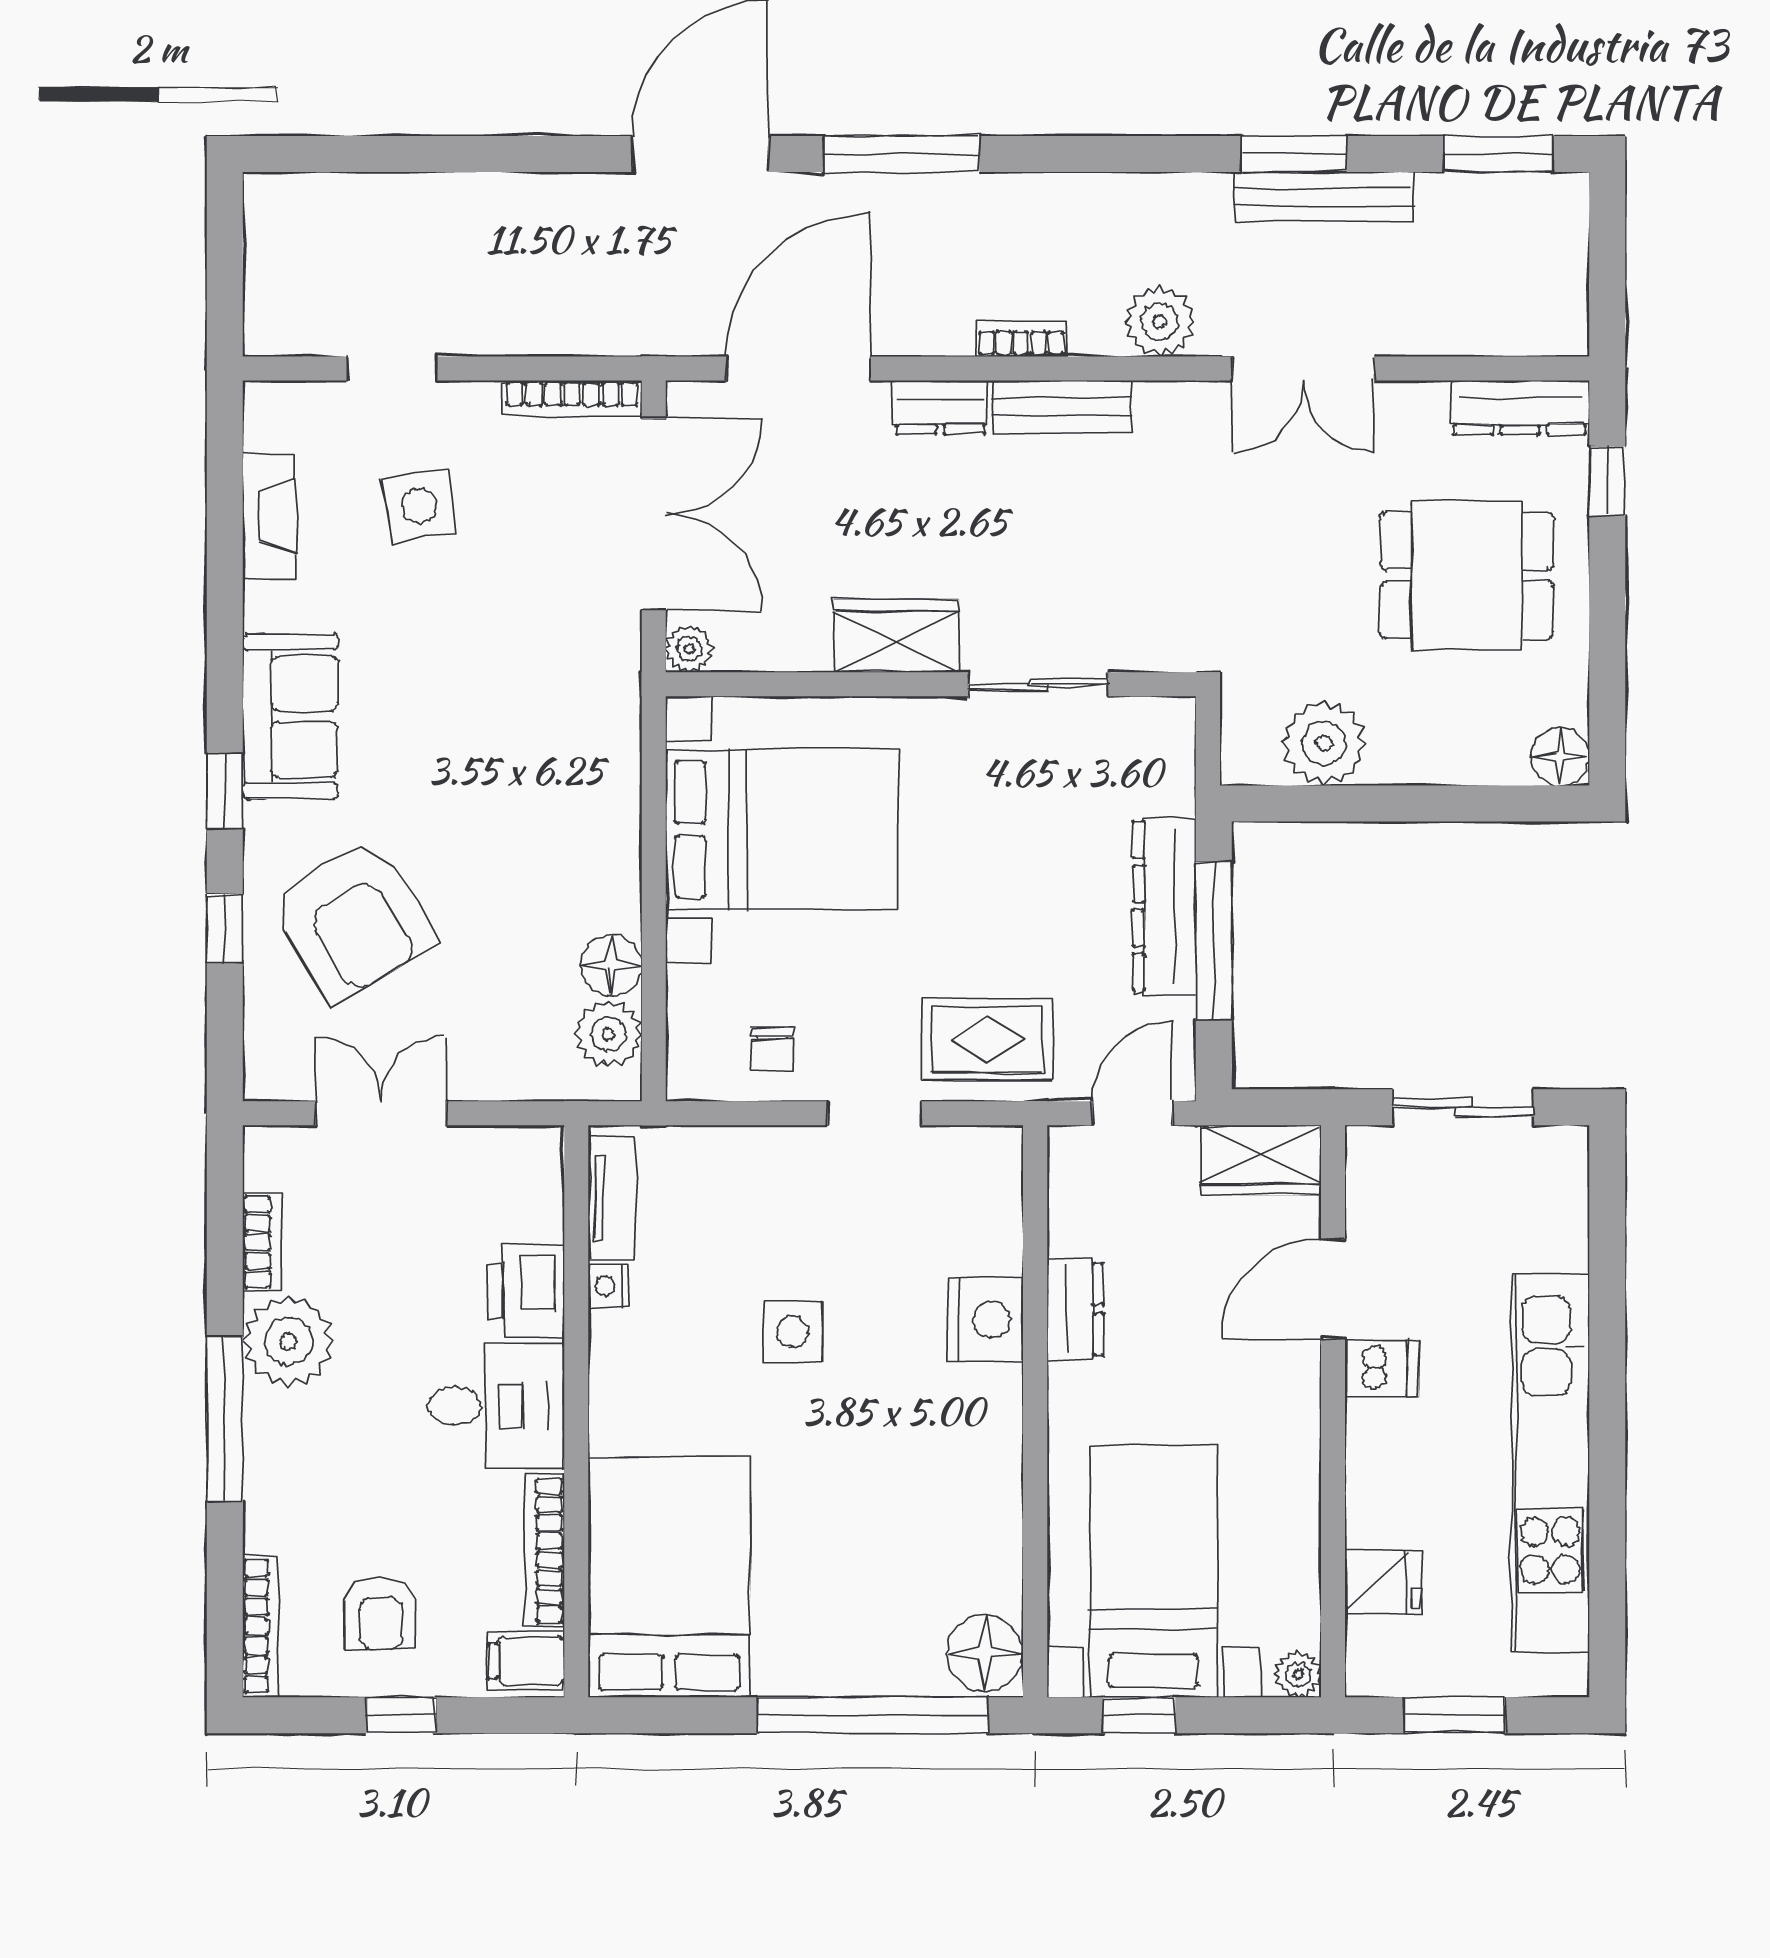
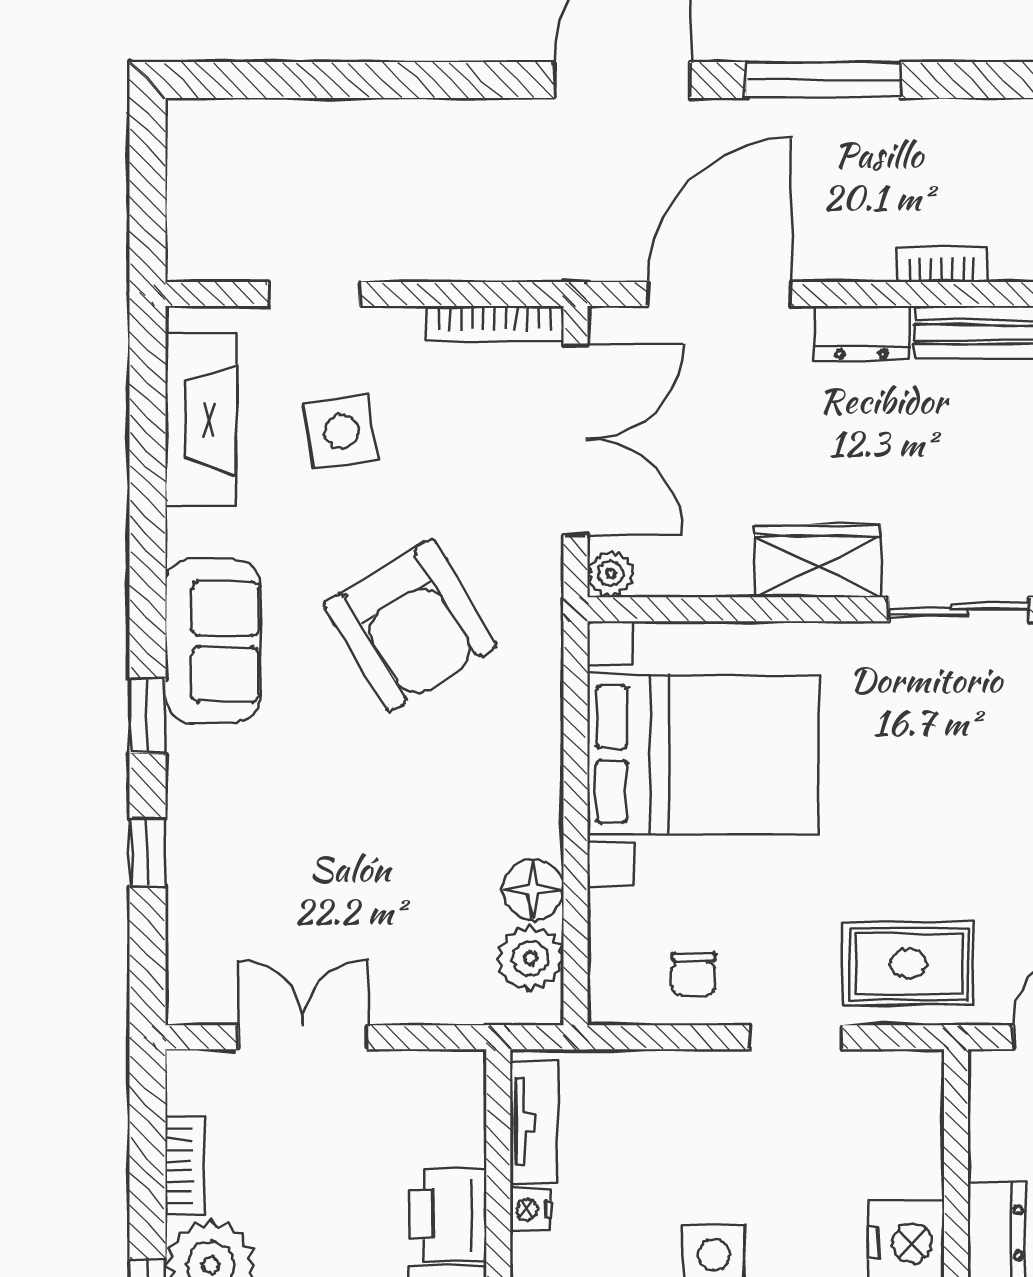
fireplace: (269, 517) -> (201, 419), width x1.37, depth x1.32
armchair: (353, 920) -> (410, 625), moved

